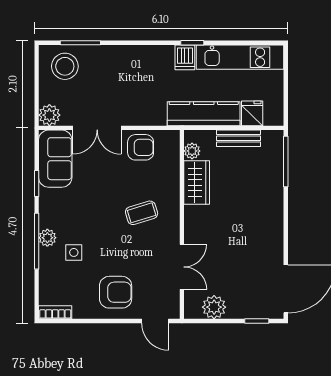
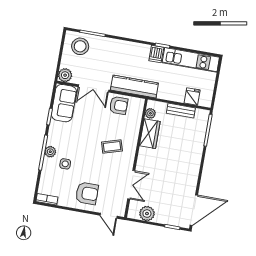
kitchen counter: (204, 114) -> (134, 87), moved

